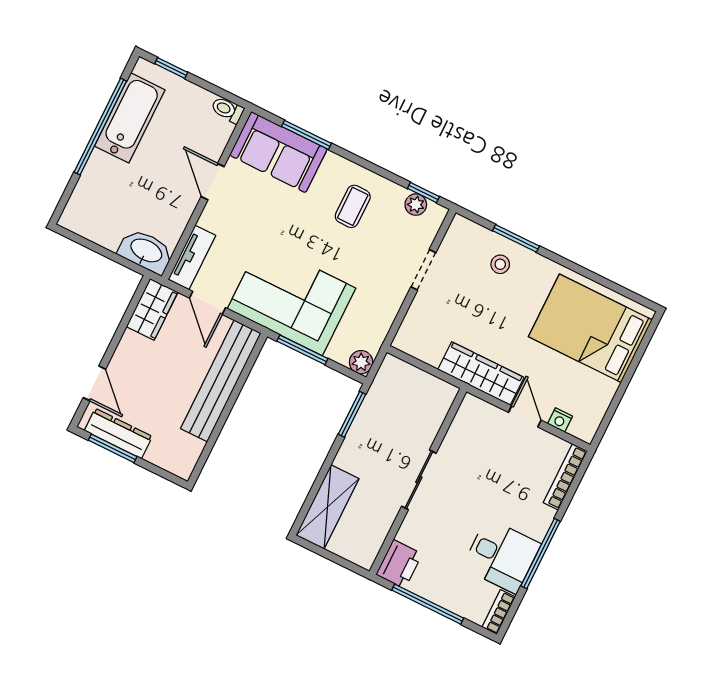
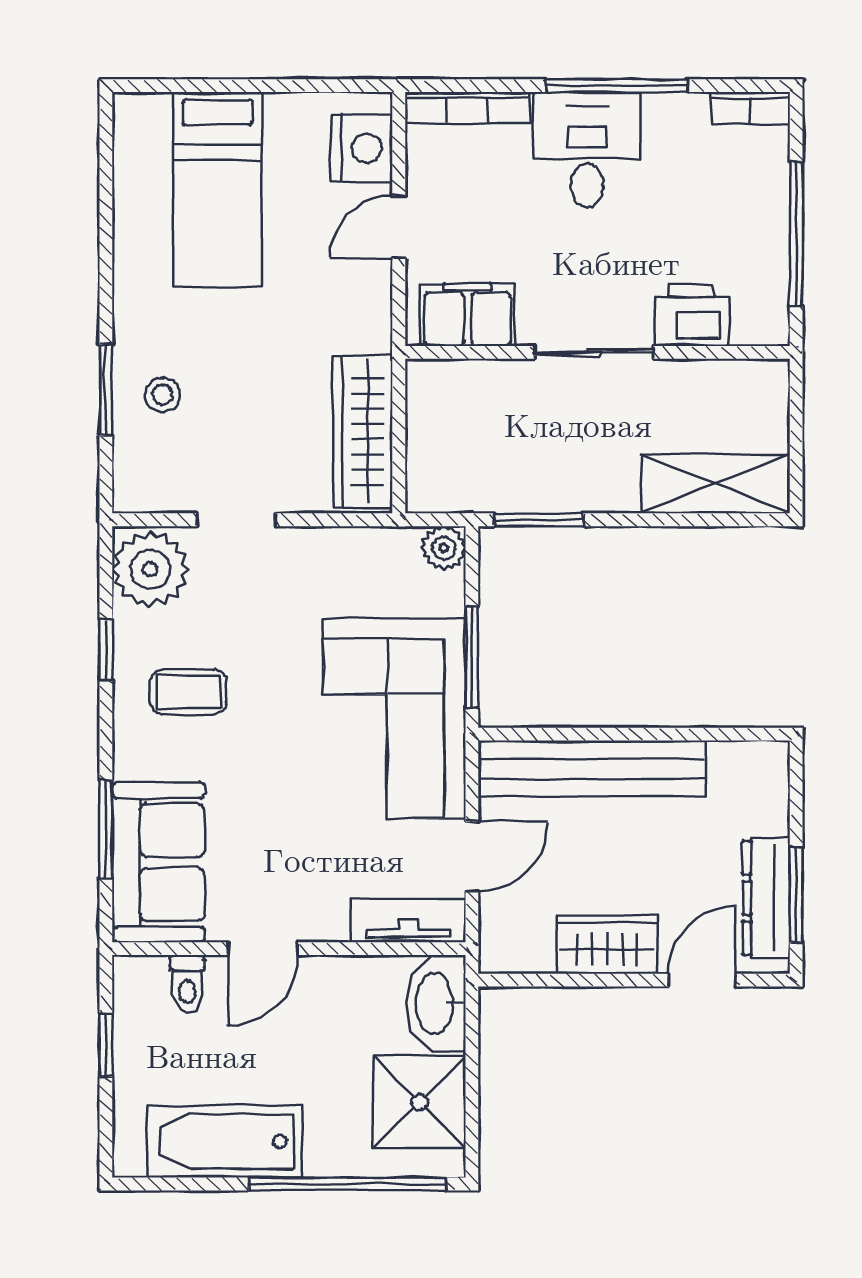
window: (171, 68) -> (106, 1045), moved
toilet: (227, 110) -> (187, 984), moved
window: (100, 127) -> (347, 1184), moved
window: (423, 193) -> (106, 650), moved
plant: (416, 205) -> (150, 569), width x1.87, depth x1.87
shower: (103, 220) -> (420, 1102), added
wardrobe: (152, 309) -> (607, 944), moved
bed: (590, 328) -> (218, 190), width x0.67
wardrobe: (481, 373) -> (363, 432), moved
nightstand: (560, 420) -> (362, 148), width x1.89, depth x1.79
filing cabinet: (467, 428) -> (468, 315), added
desk: (502, 556) -> (587, 150), moved
printer: (399, 564) -> (691, 315), moved

